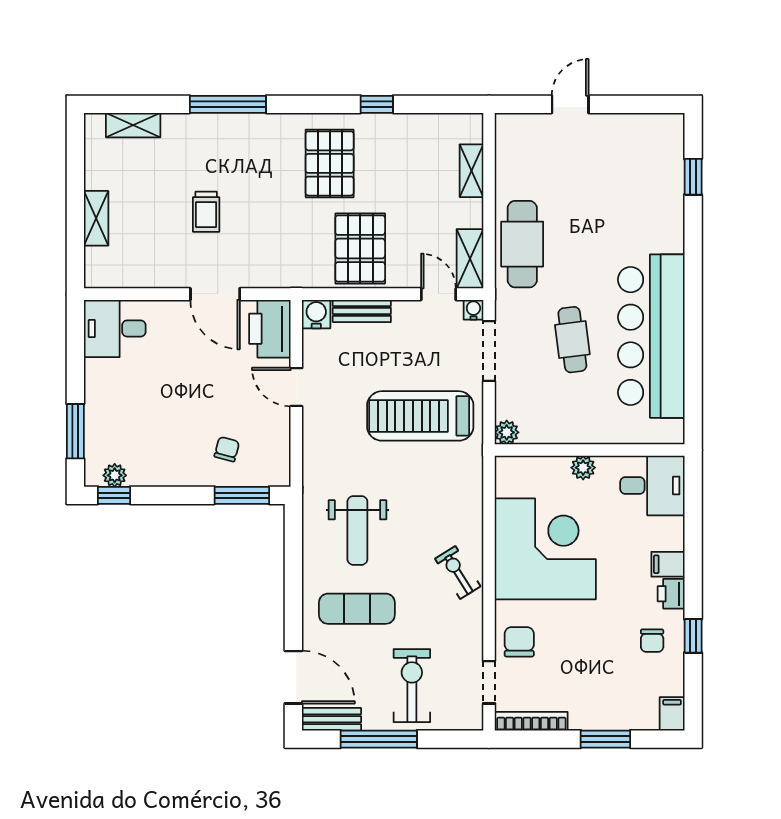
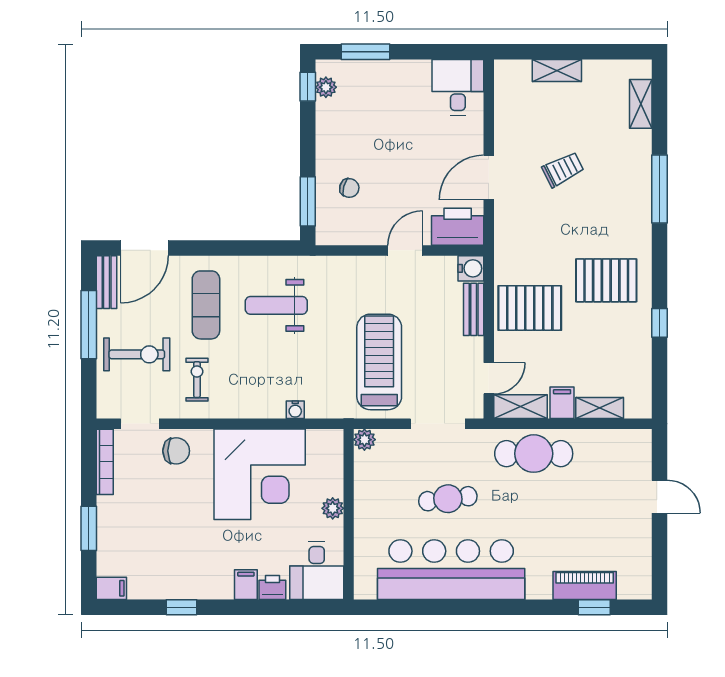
piano: (669, 187) -> (585, 585), added
trolley: (206, 212) -> (563, 169), turned 153
filing cabinet: (466, 213) -> (562, 403), added
water cooler: (473, 310) -> (295, 410), moved, turned 90
exercise bike: (458, 572) -> (197, 380), moved, turned -58
printer: (671, 594) -> (272, 587), moved
chair: (652, 641) -> (177, 570), removed

